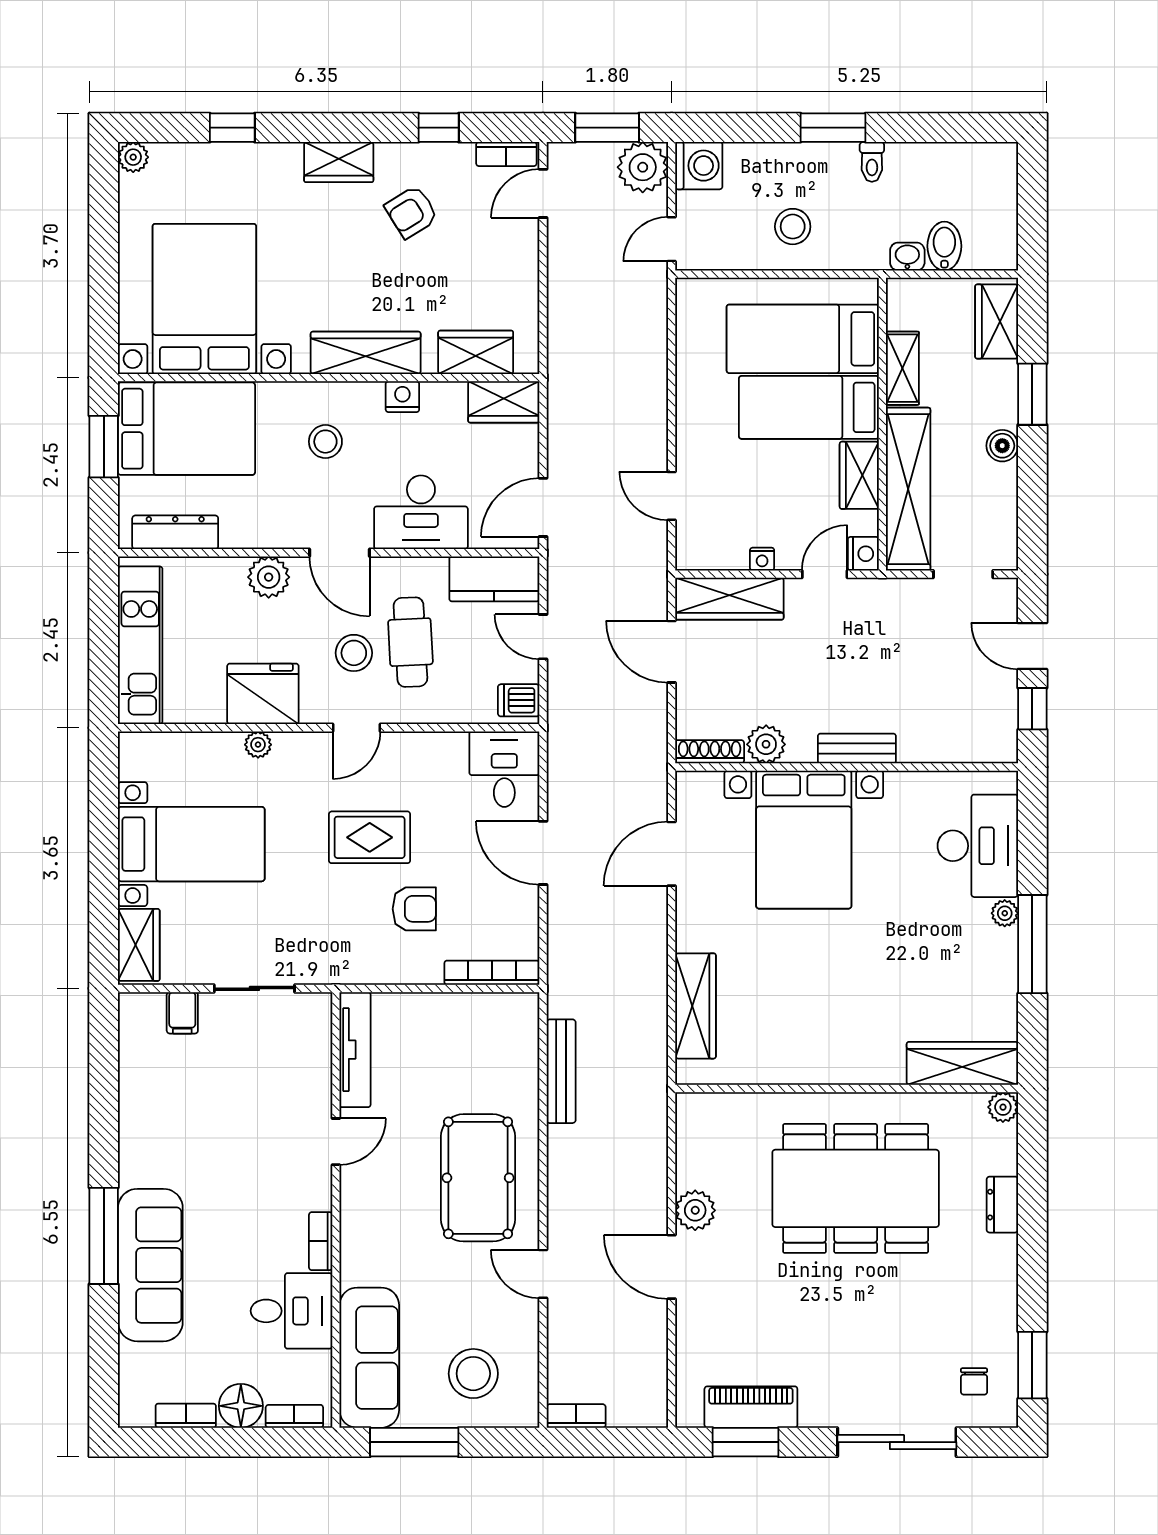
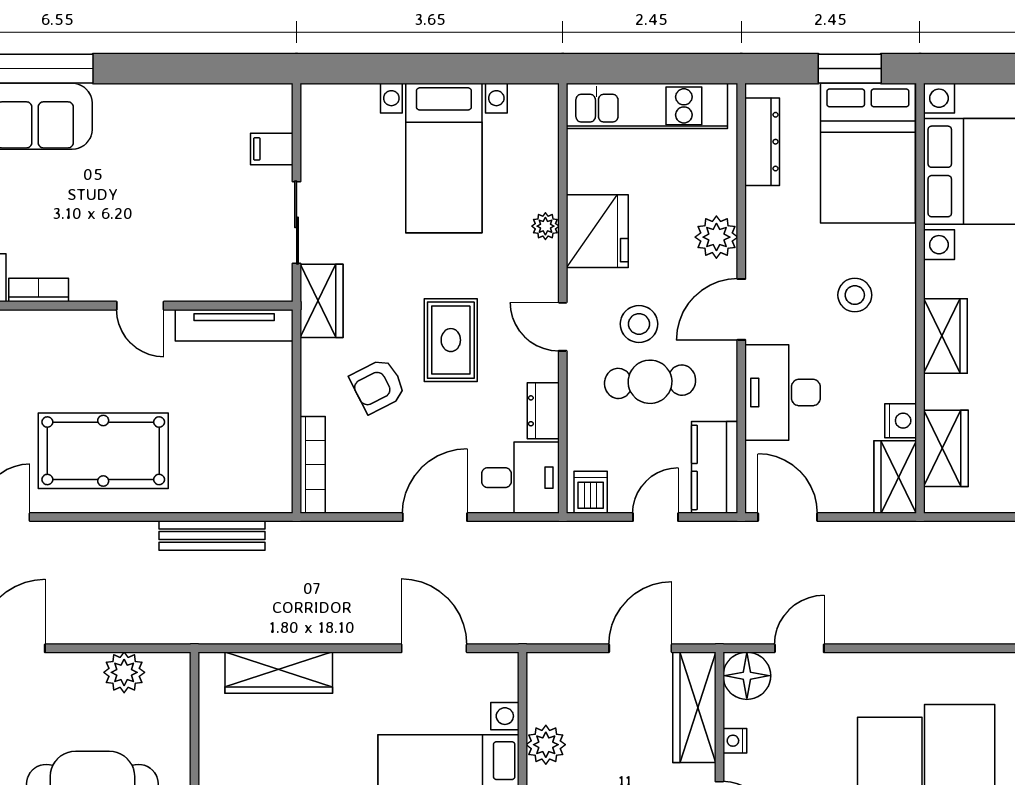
wardrobe: (366, 353) -> (945, 336), width x0.67
nightstand: (402, 397) -> (901, 421), moved
floor lamp: (698, 547) -> (747, 676), added
dresser: (439, 747) -> (543, 411), added
shoe rack: (710, 752) -> (538, 687), removed
armchair: (414, 909) -> (378, 386), turned 63
wardrobe: (139, 945) -> (321, 301), moved, turned -90
plant: (695, 1210) -> (124, 672), moved

